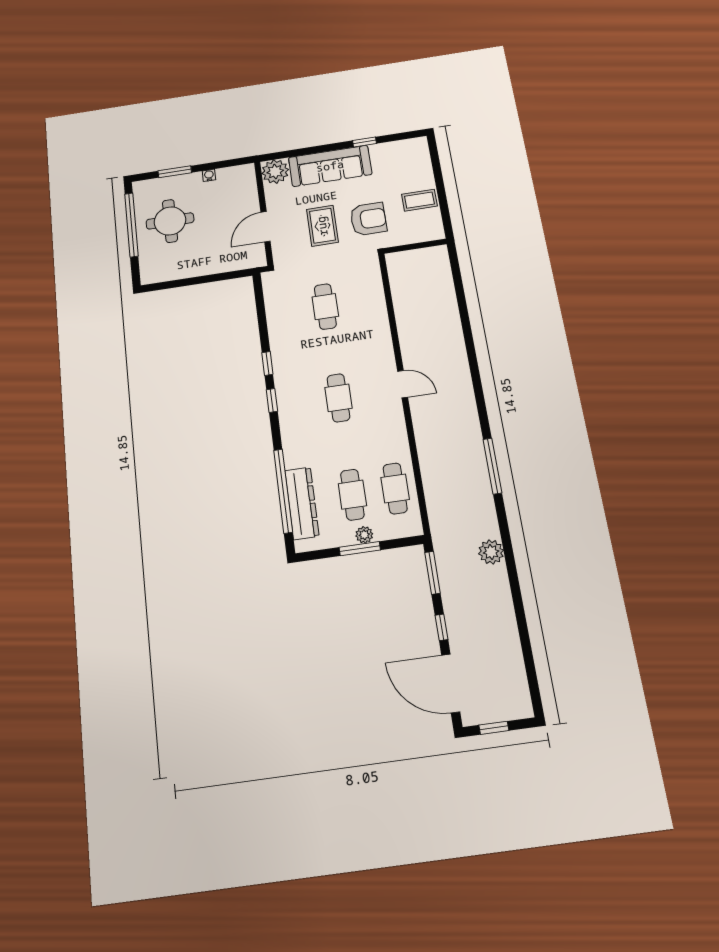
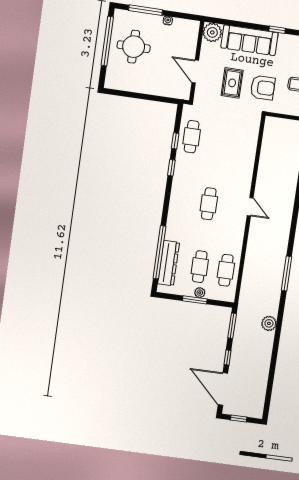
window: (175, 172) -> (145, 10), width x1.44
door: (265, 227) -> (195, 72), hinge flipped
cafe table: (325, 307) -> (192, 137), moved
window: (272, 400) -> (175, 141), moved

